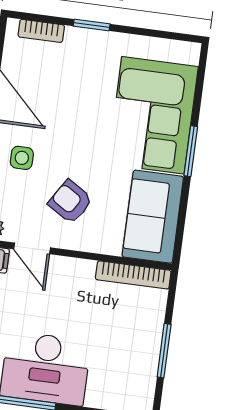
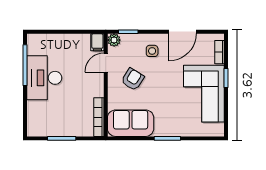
corner sofa: (153, 115) -> (204, 94), moved, turned -90

